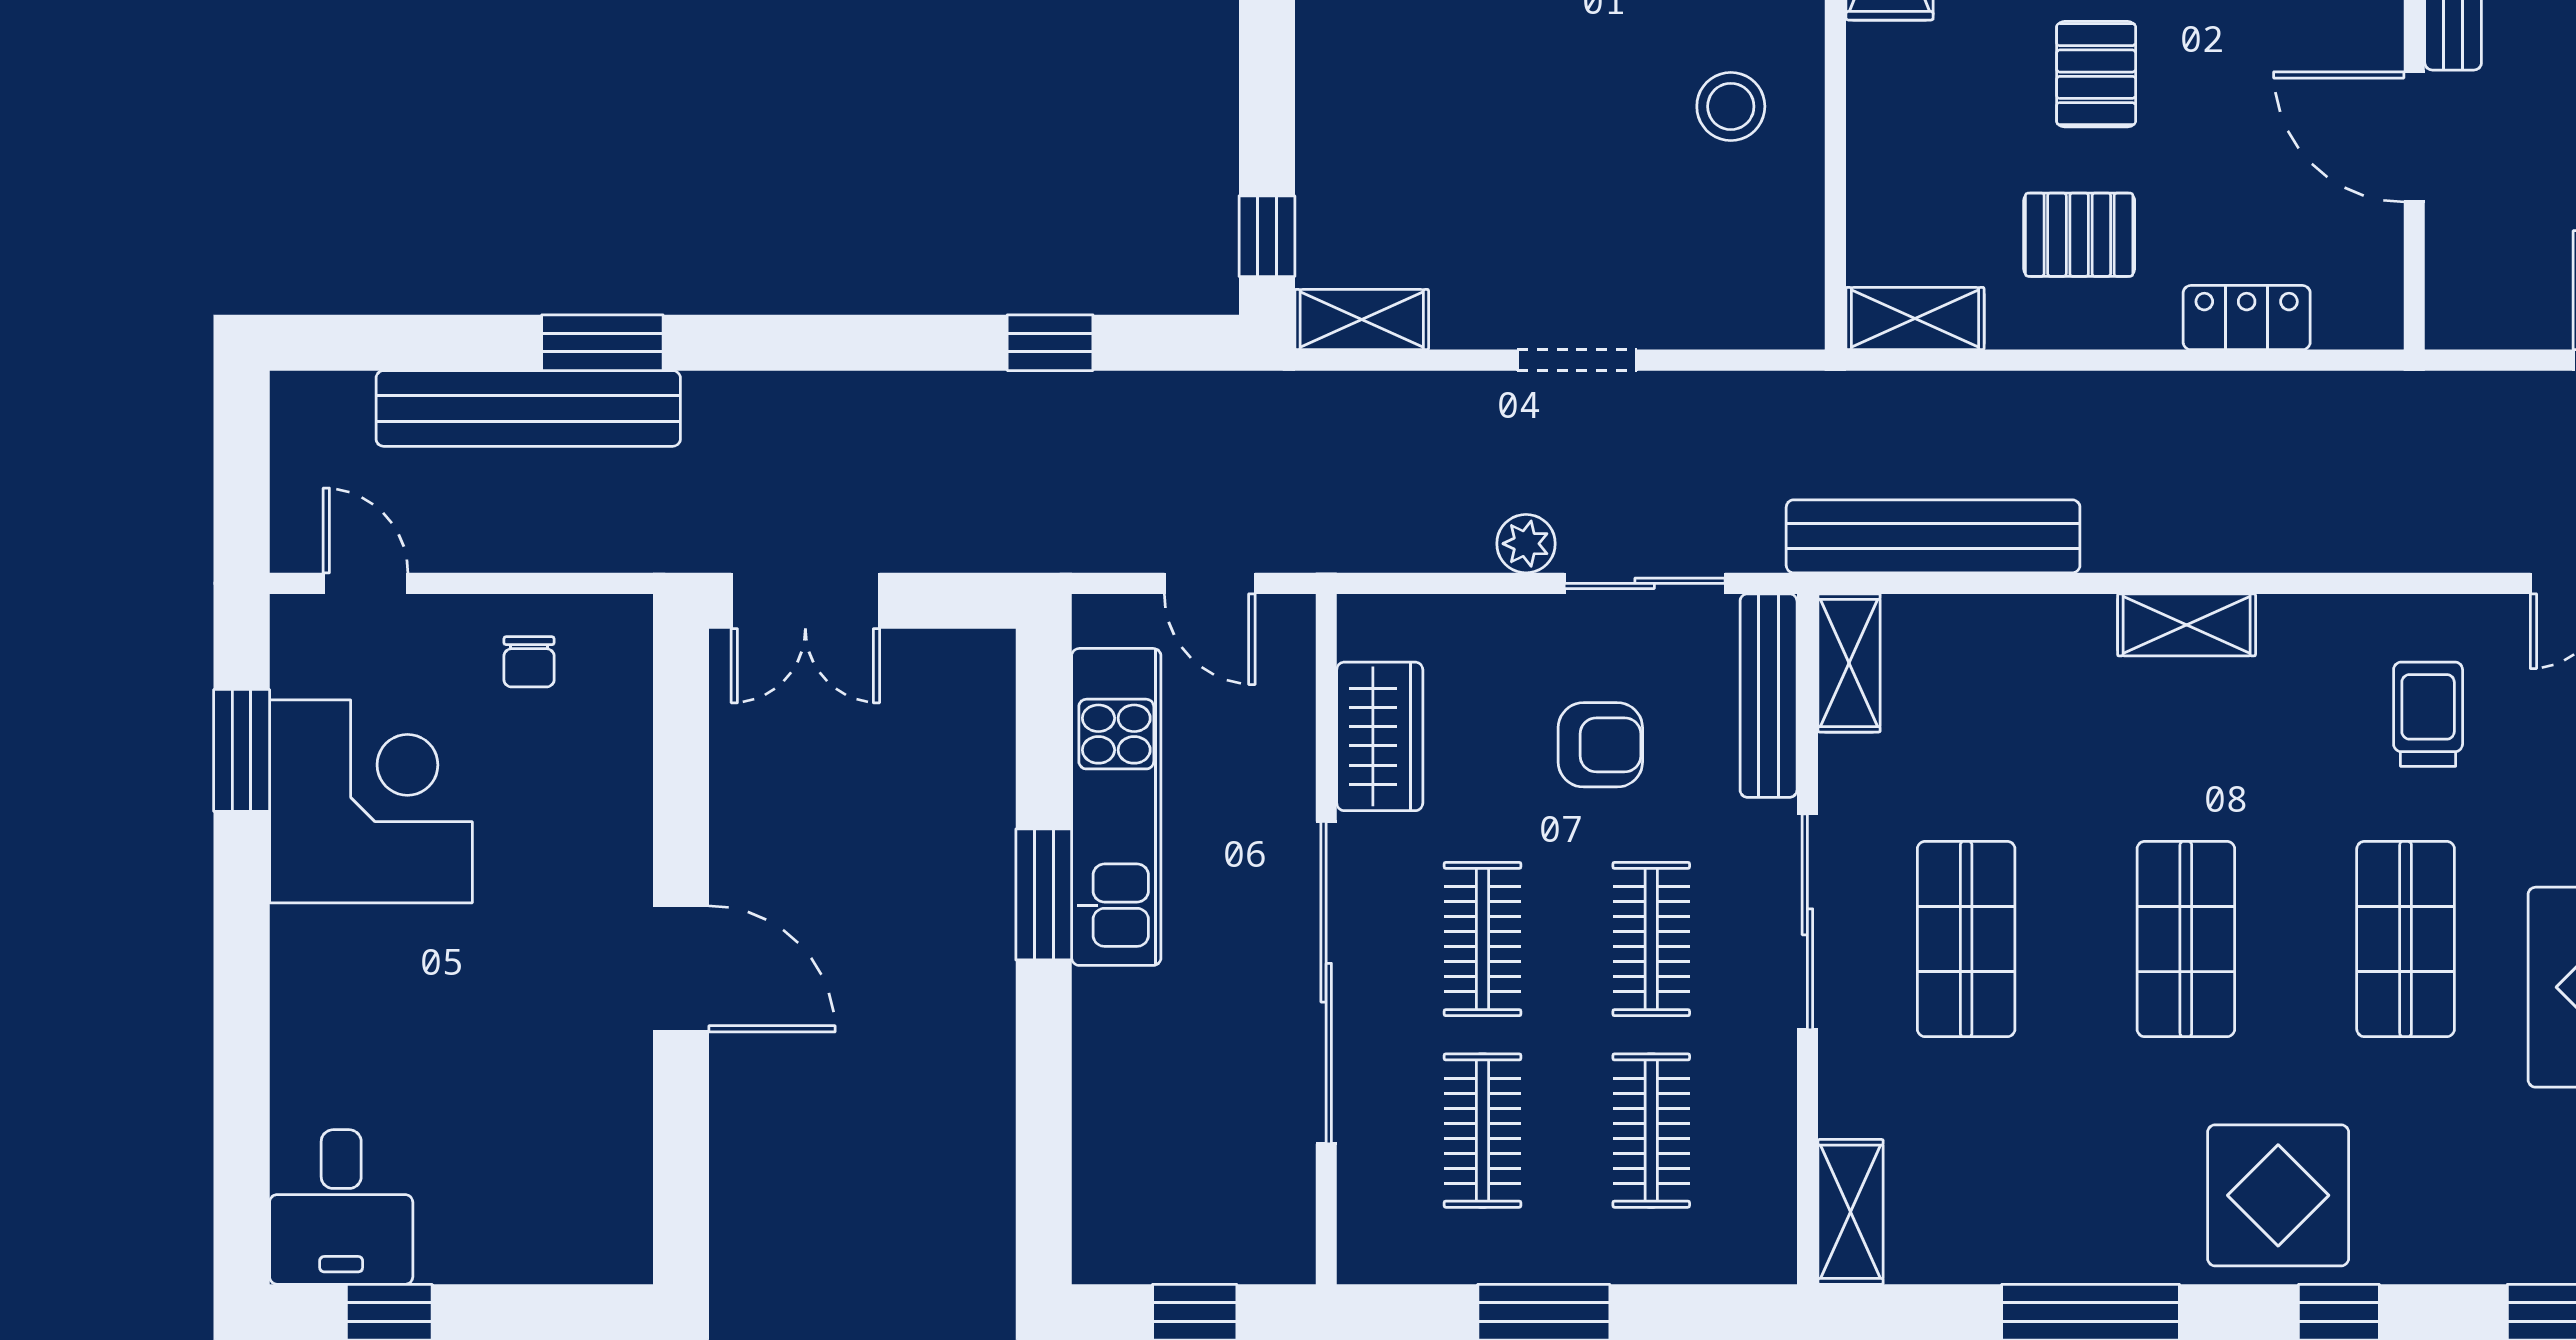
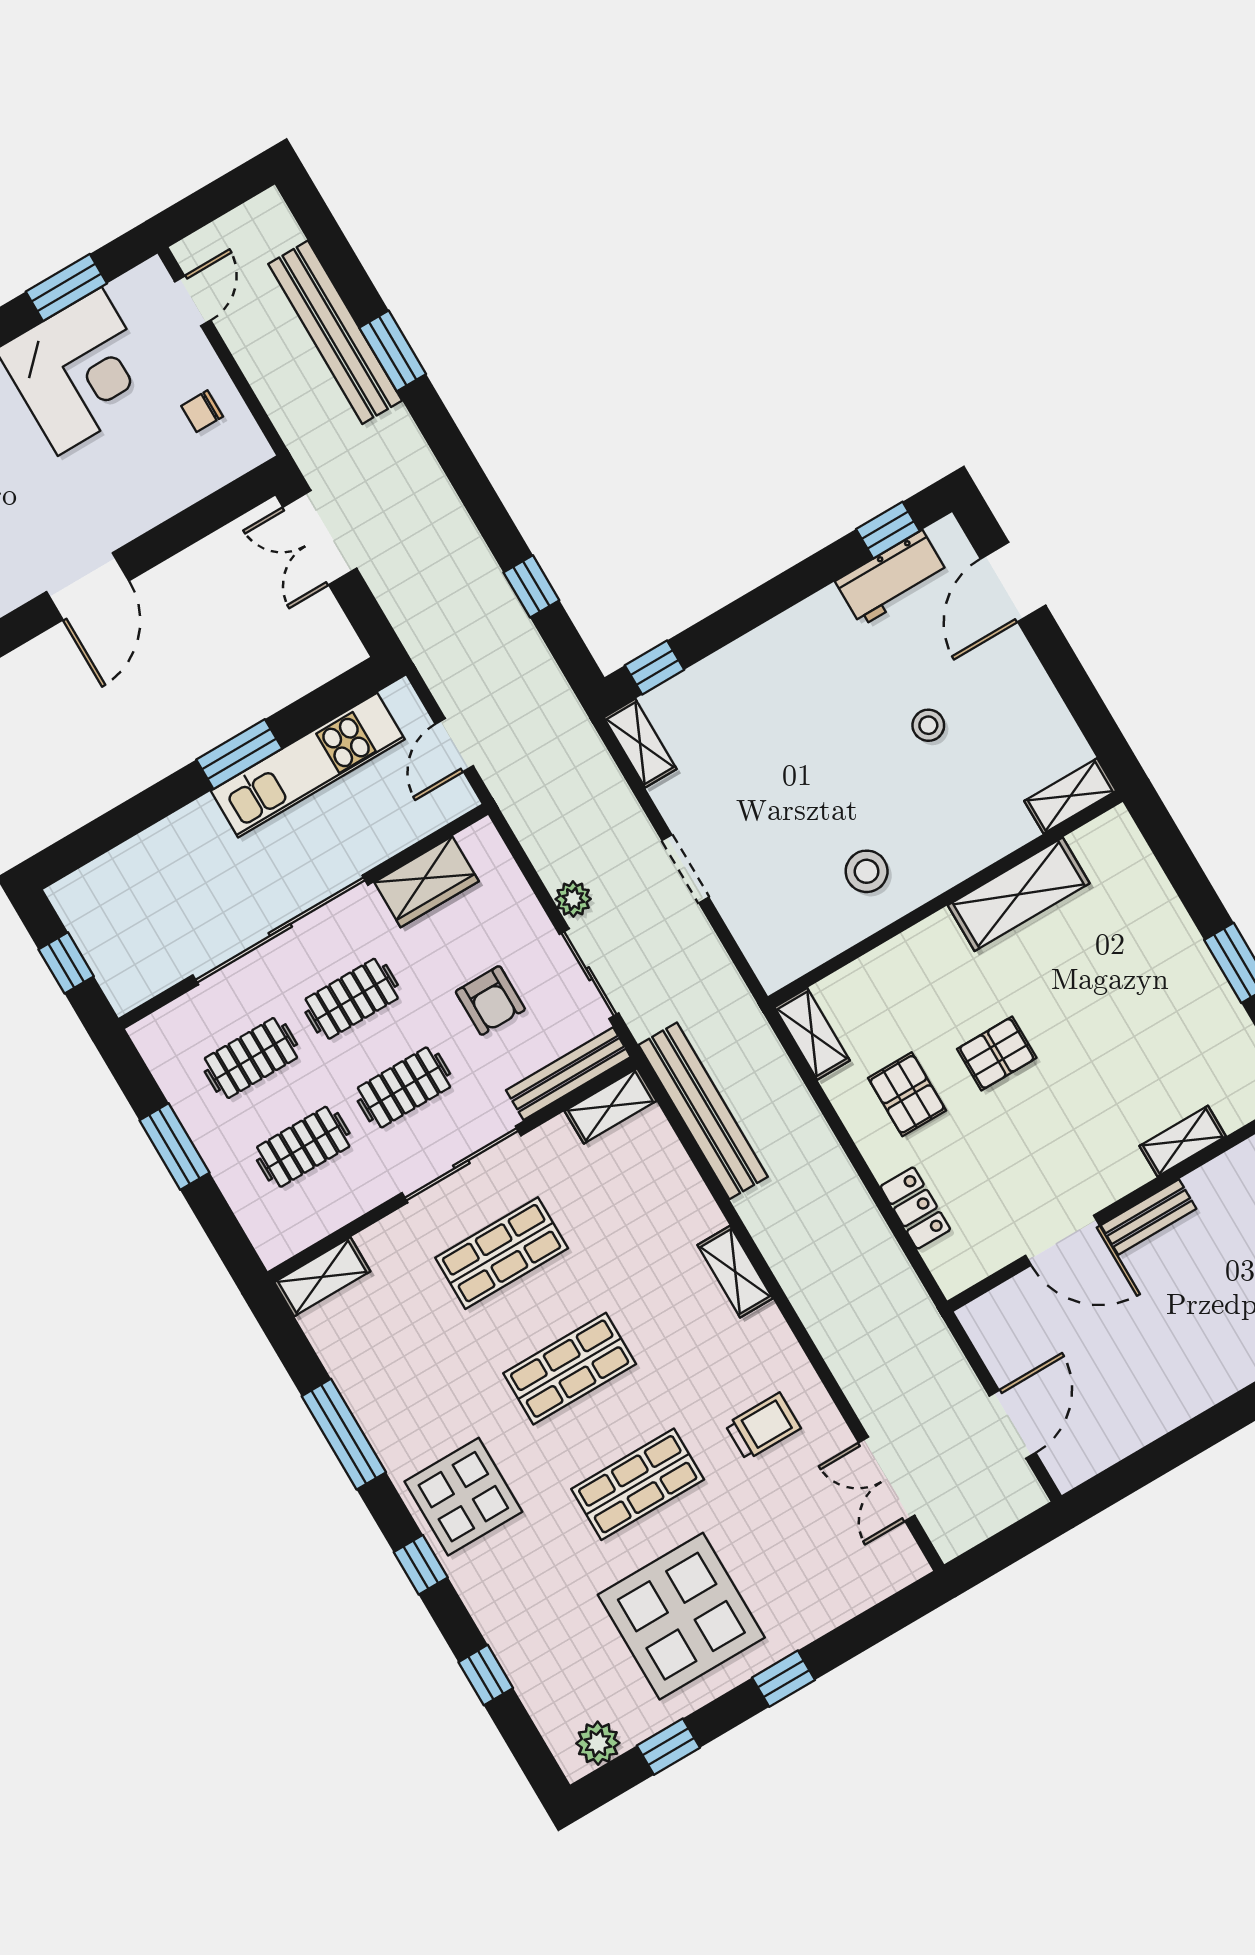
door: (2414, 137) -> (1062, 1240), swing flipped

